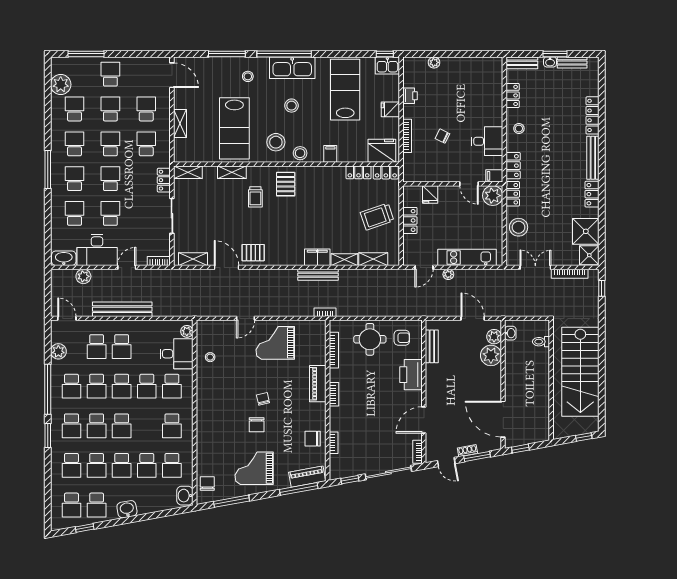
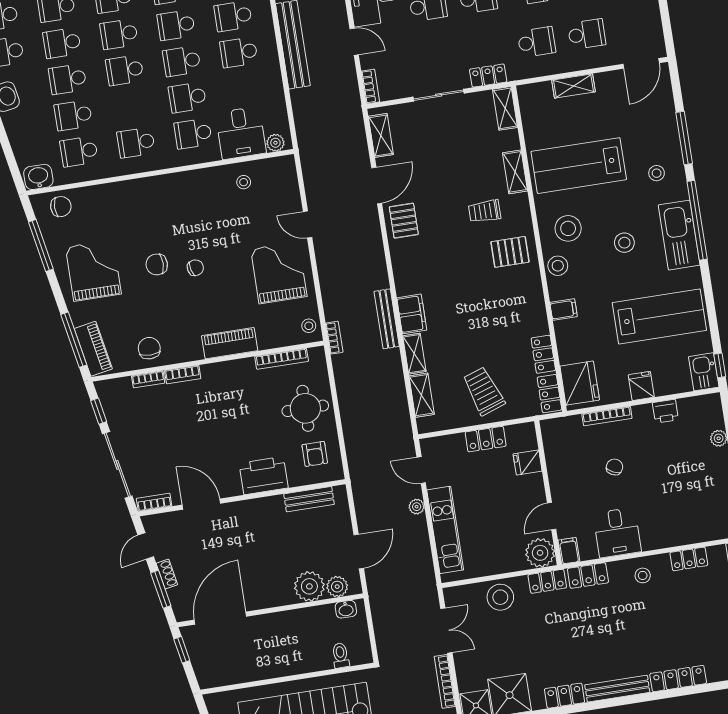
stool: (314, 328) -> (309, 326), added
bookcase: (334, 394) -> (183, 375), moved

